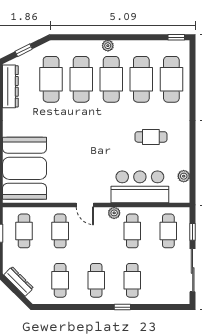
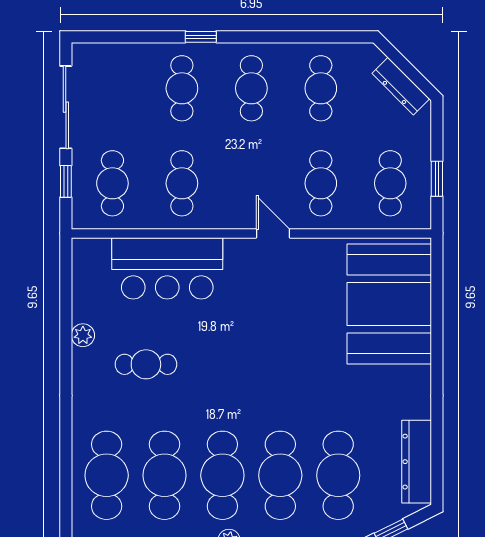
plant: (184, 176) -> (83, 335), moved
plant: (114, 213) -> (217, 218), removed

